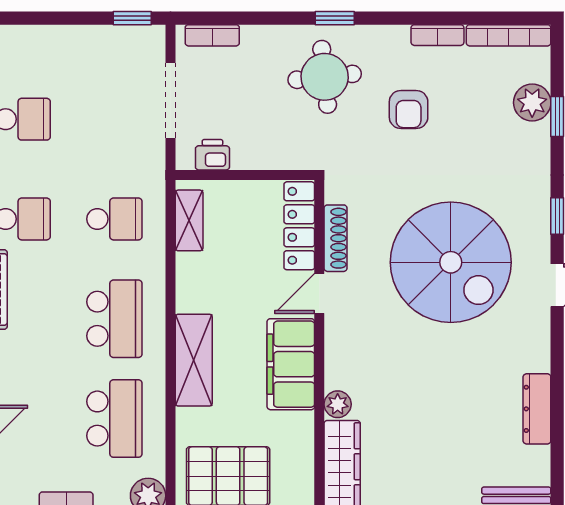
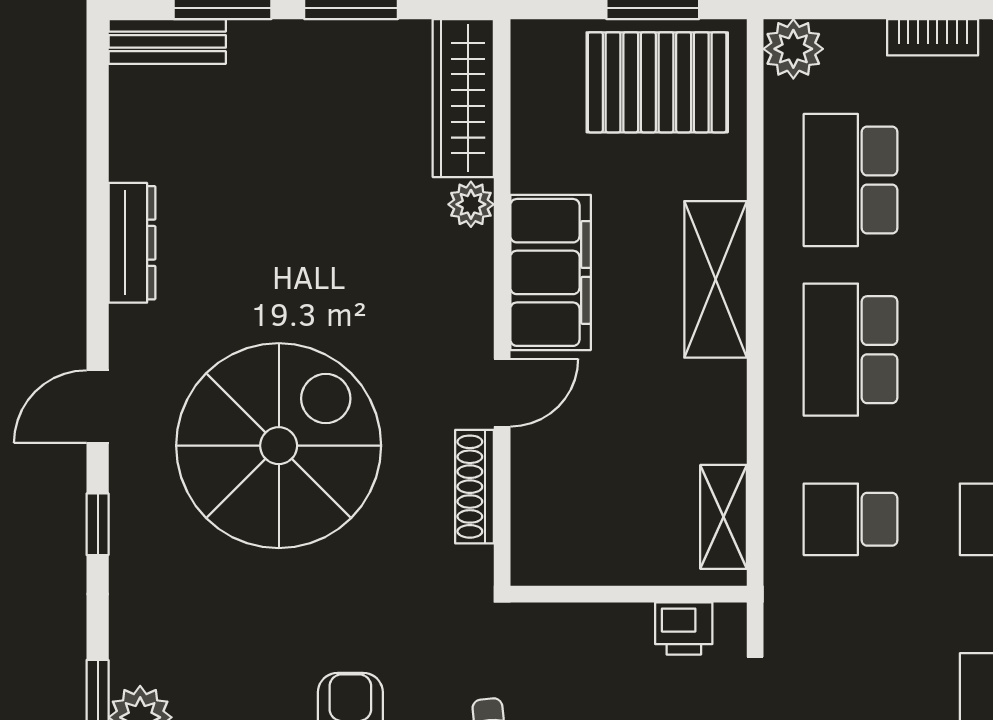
locker: (299, 226) -> (536, 508), removed
spiral stairs: (451, 262) -> (279, 446), turned 90
dresser: (537, 409) -> (132, 243), moved

